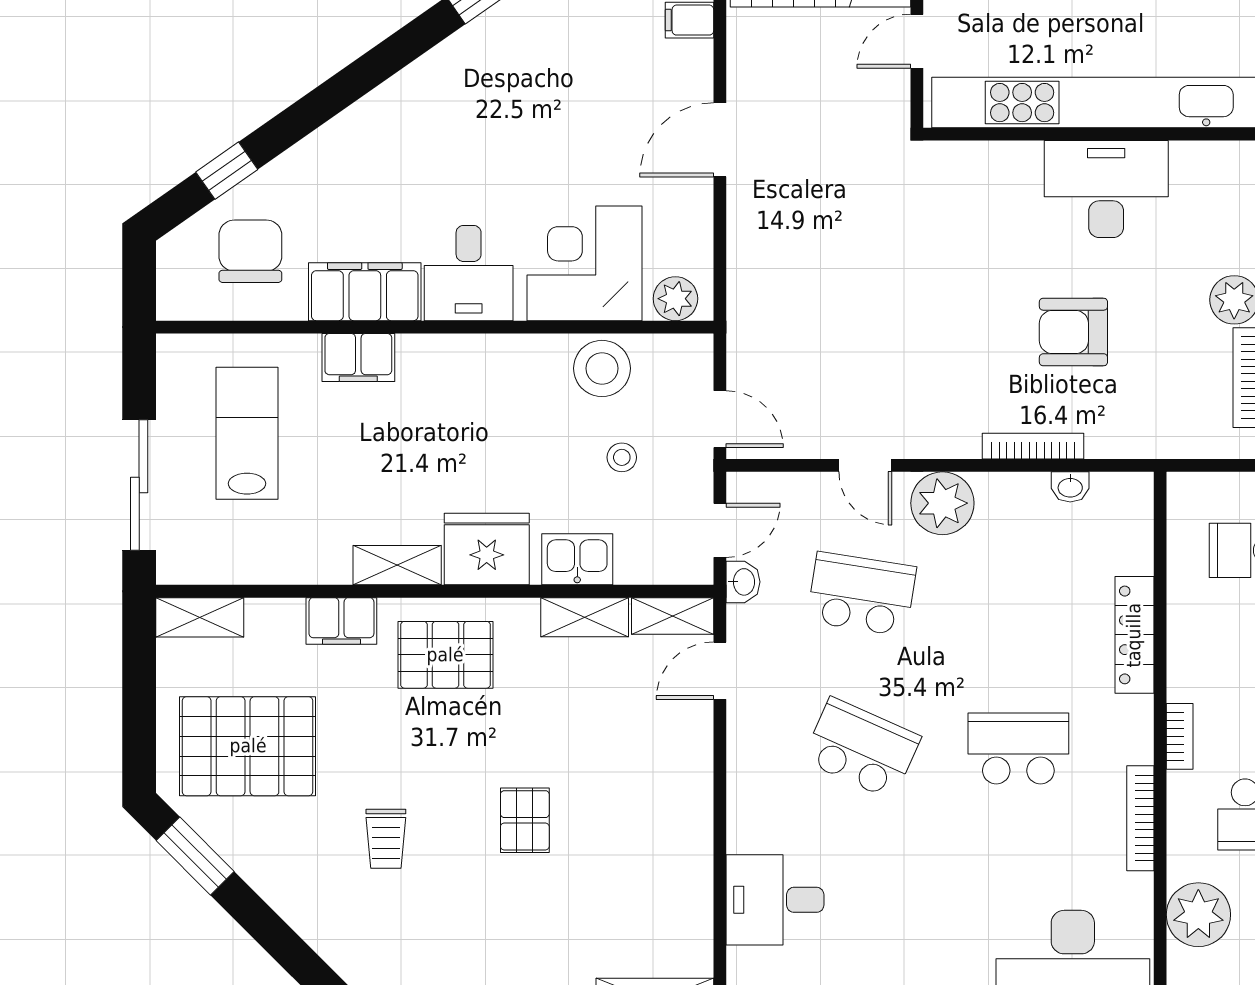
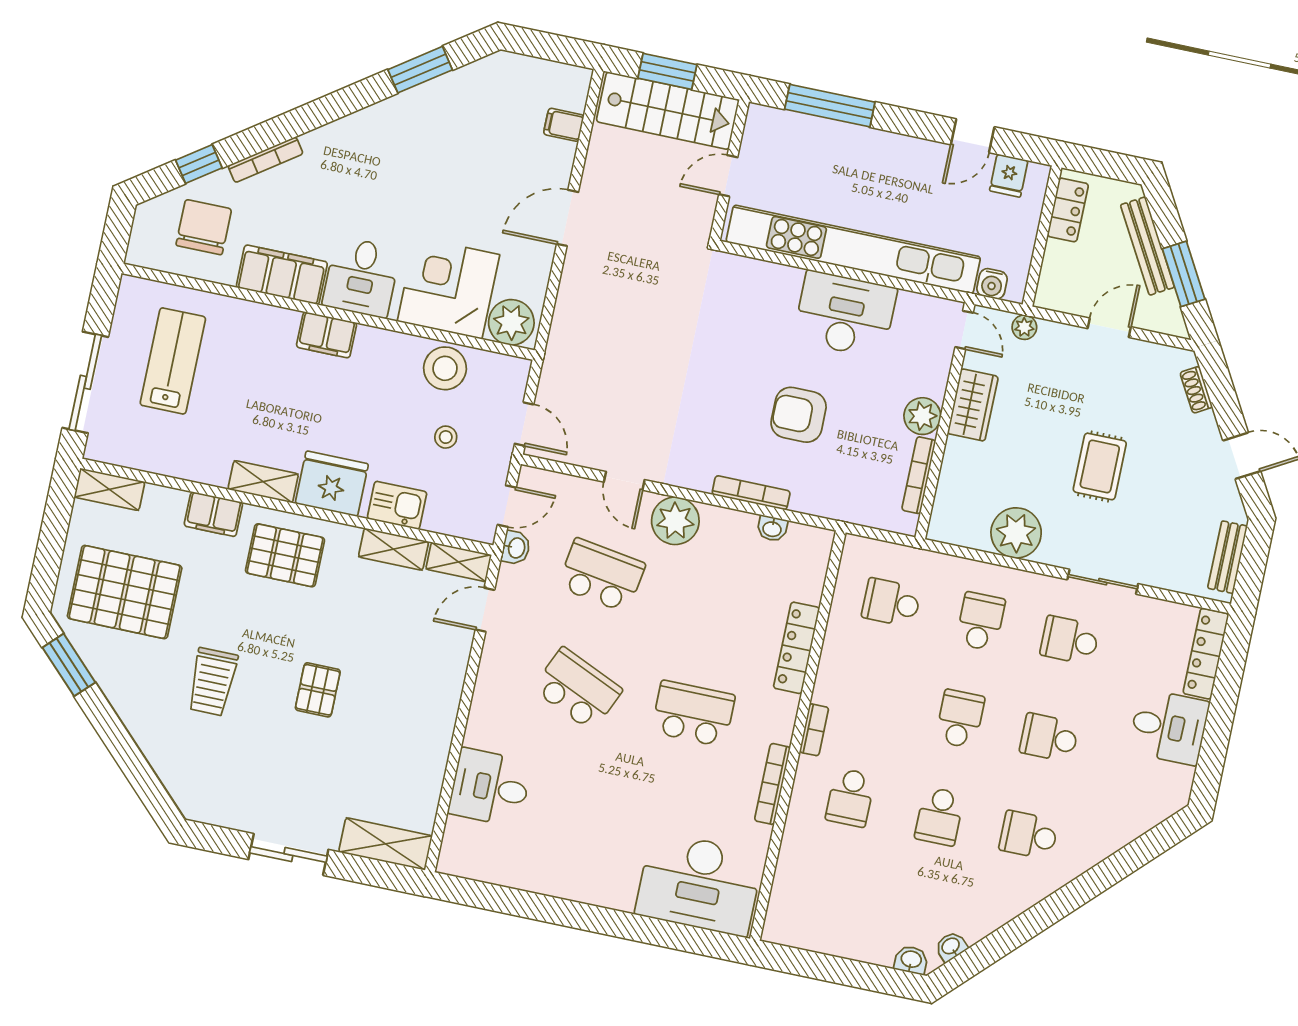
bookcase: (312, 147) -> (265, 160), added
plant: (675, 299) -> (511, 322), width x1.36, depth x1.36
filing cabinet: (358, 357) -> (327, 335), moved
trolley: (386, 839) -> (212, 682), width x1.36, depth x1.39
plant: (1198, 915) -> (800, 864), removed

